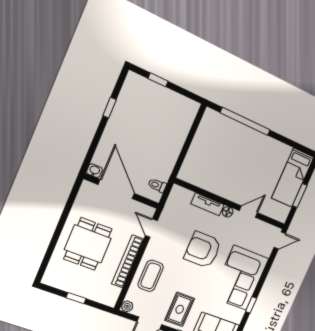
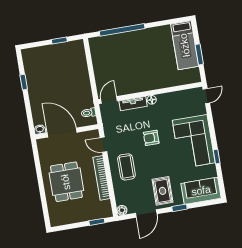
window: (158, 80) -> (59, 40), moved
door: (248, 212) -> (109, 100), moved
armchair: (203, 250) -> (151, 138), width x0.53, depth x0.53
coffee table: (151, 276) -> (126, 167), moved
window: (76, 298) -> (97, 222), moved

